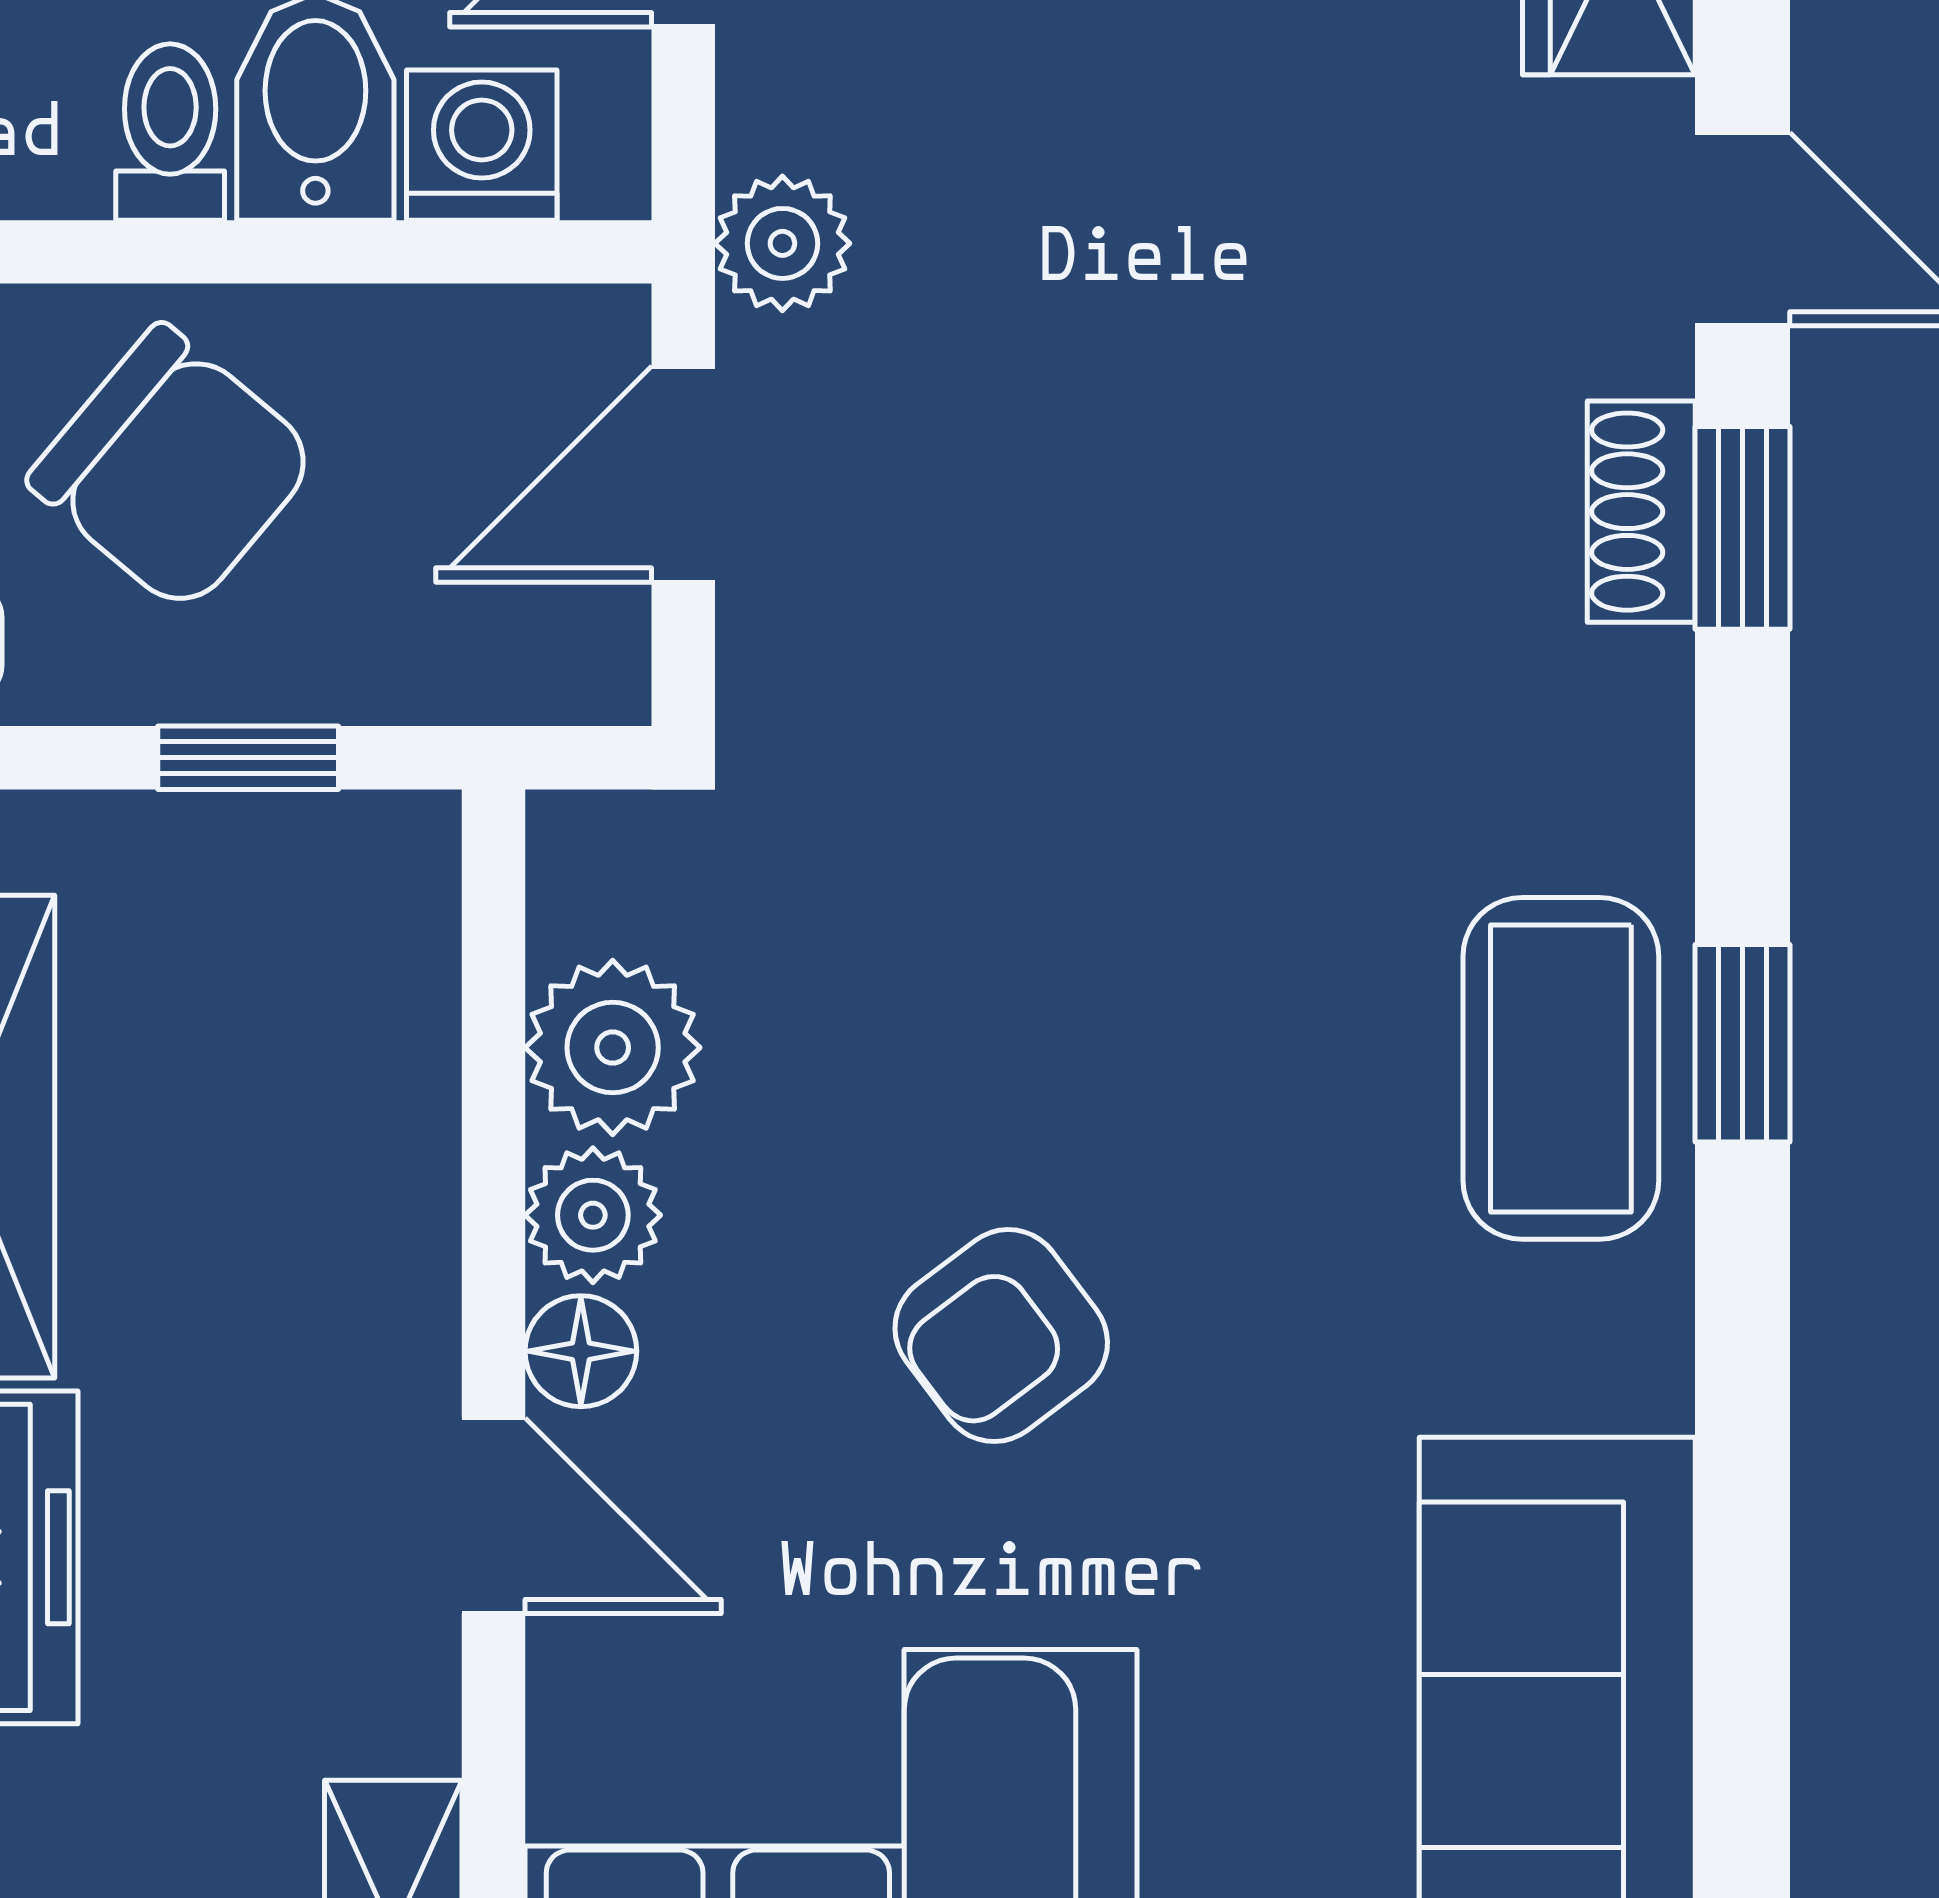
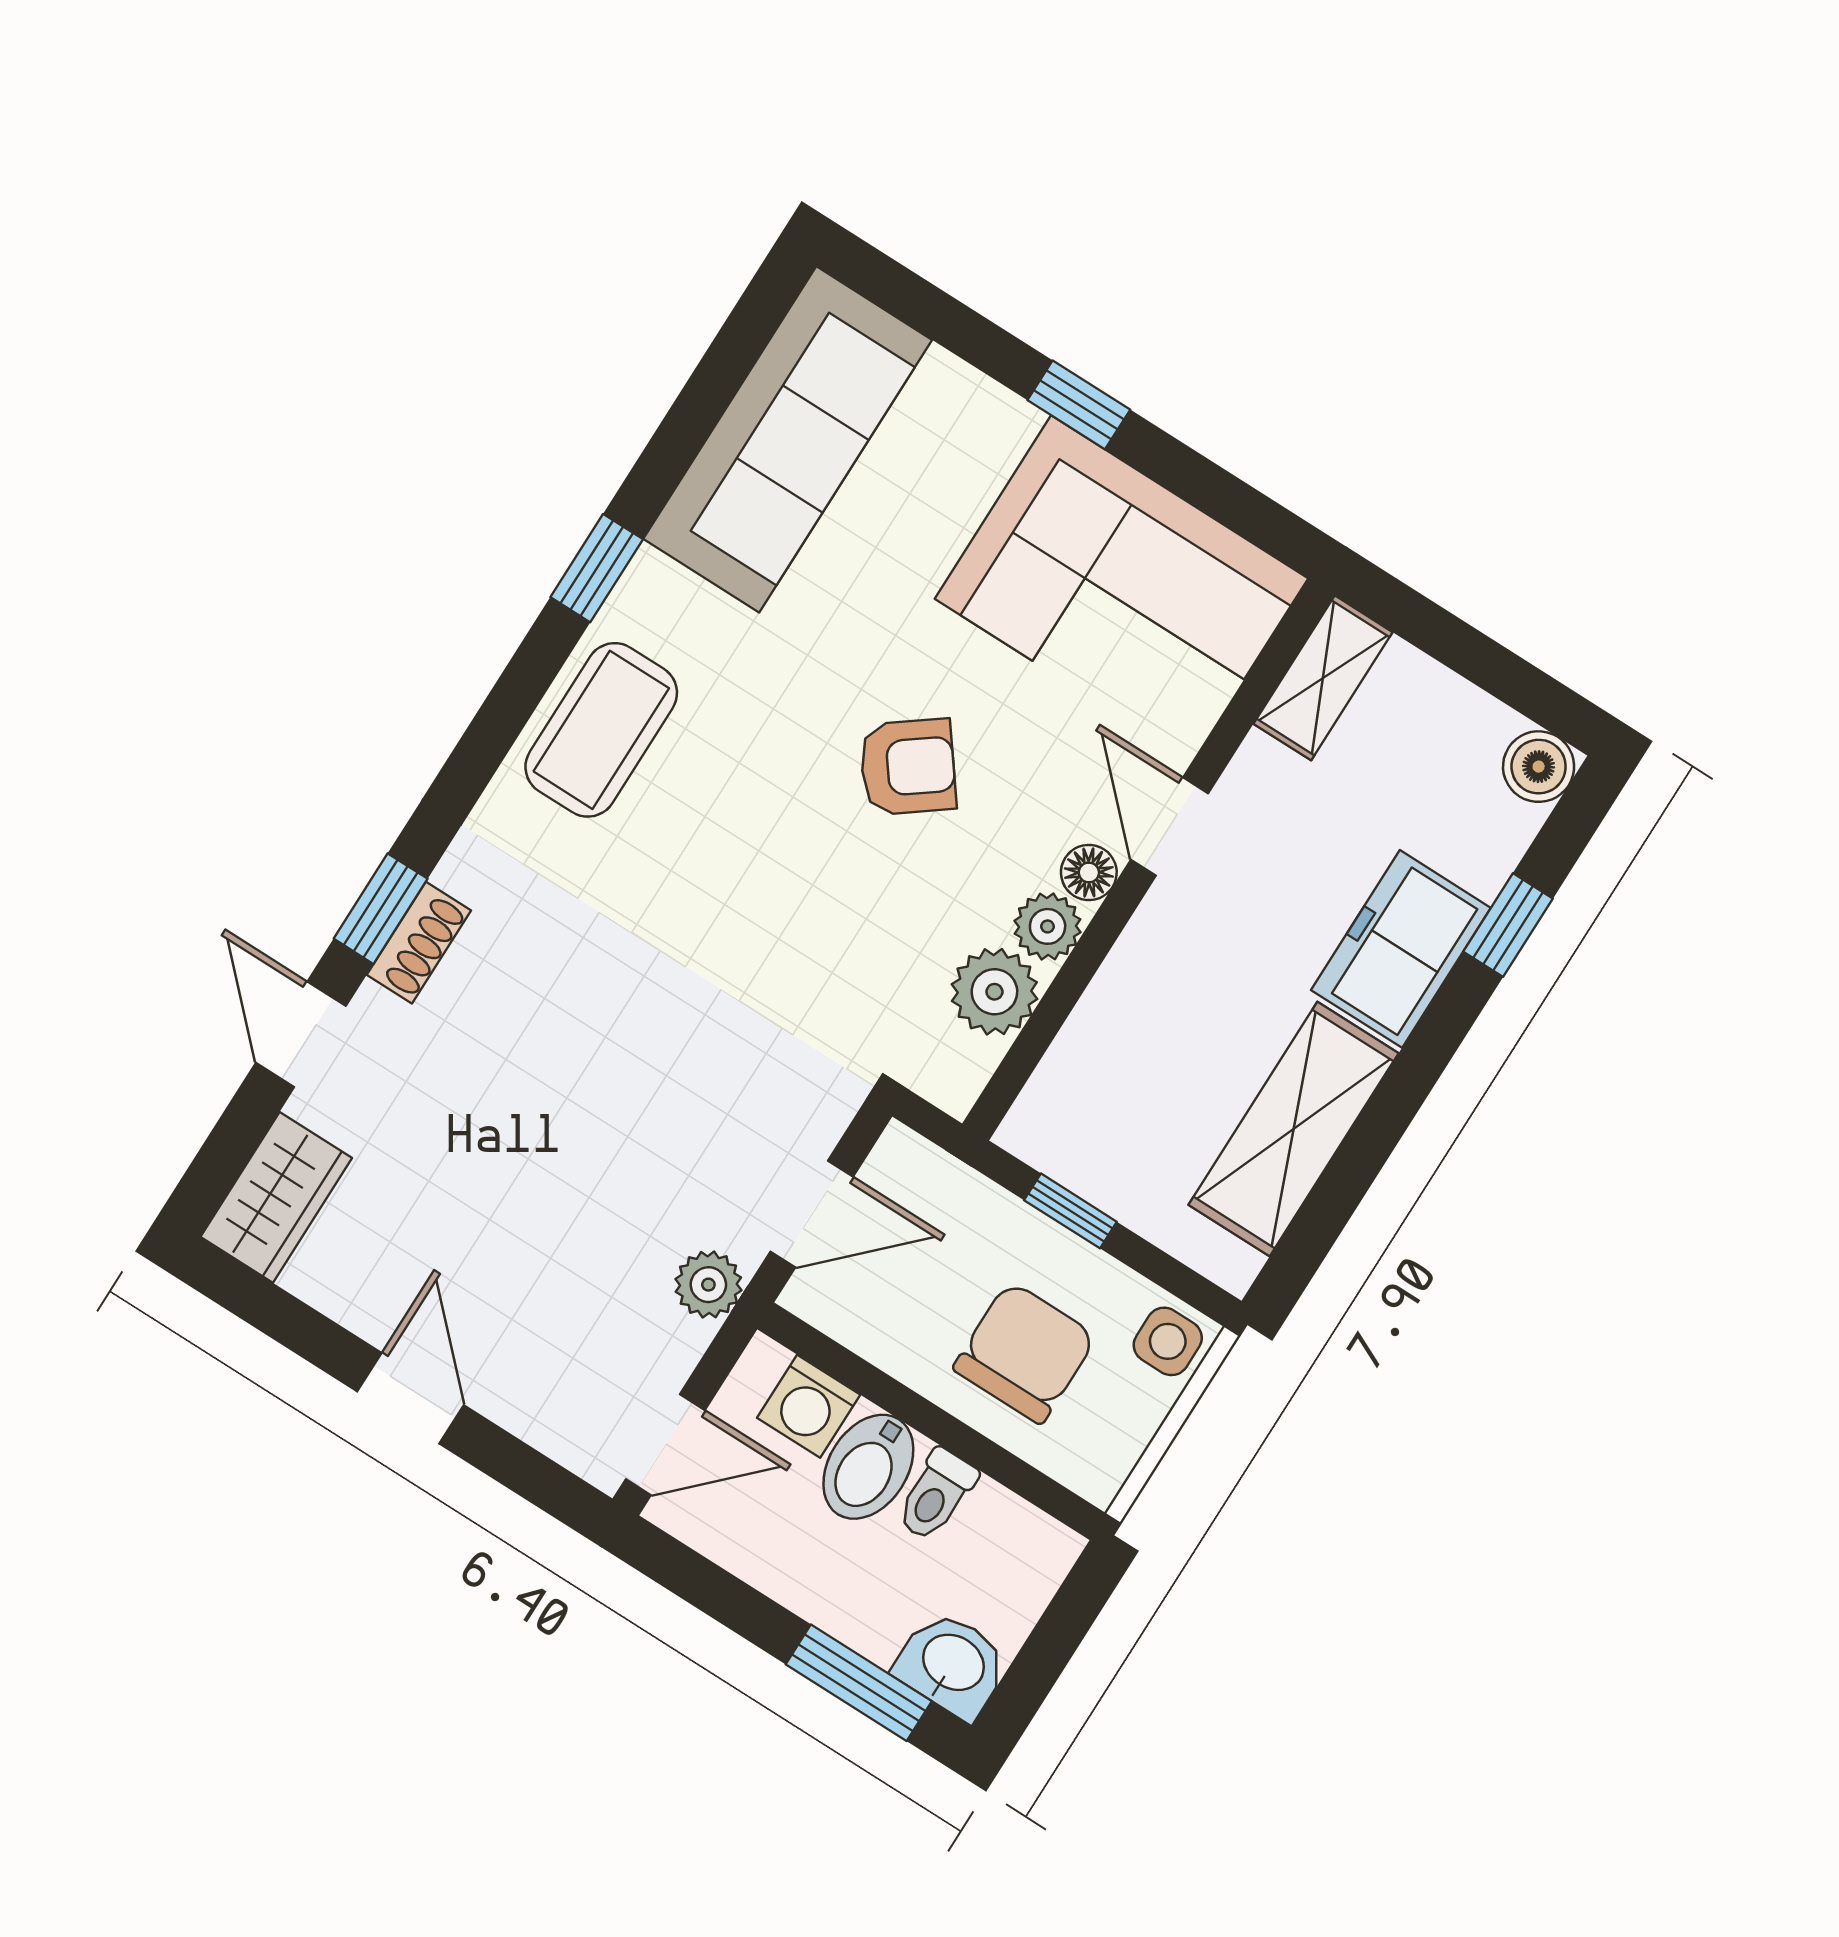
chair: (173, 469) -> (1025, 1352), turned 50
window: (1742, 1043) -> (597, 568), moved

